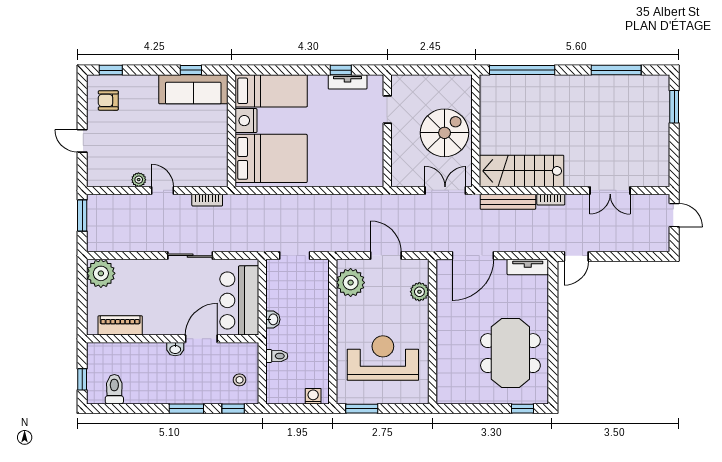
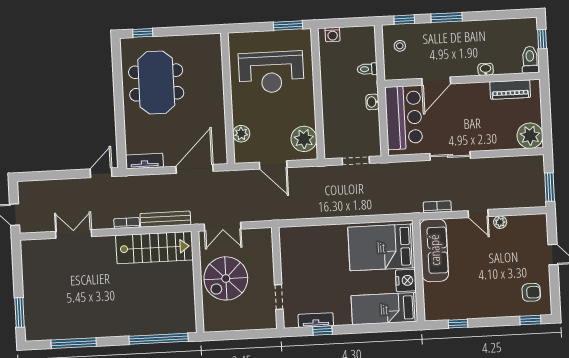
sofa: (193, 89) -> (434, 250), moved, turned 90
washbasin: (175, 349) -> (486, 69), moved
toilet: (114, 389) -> (530, 60), moved, turned 180

